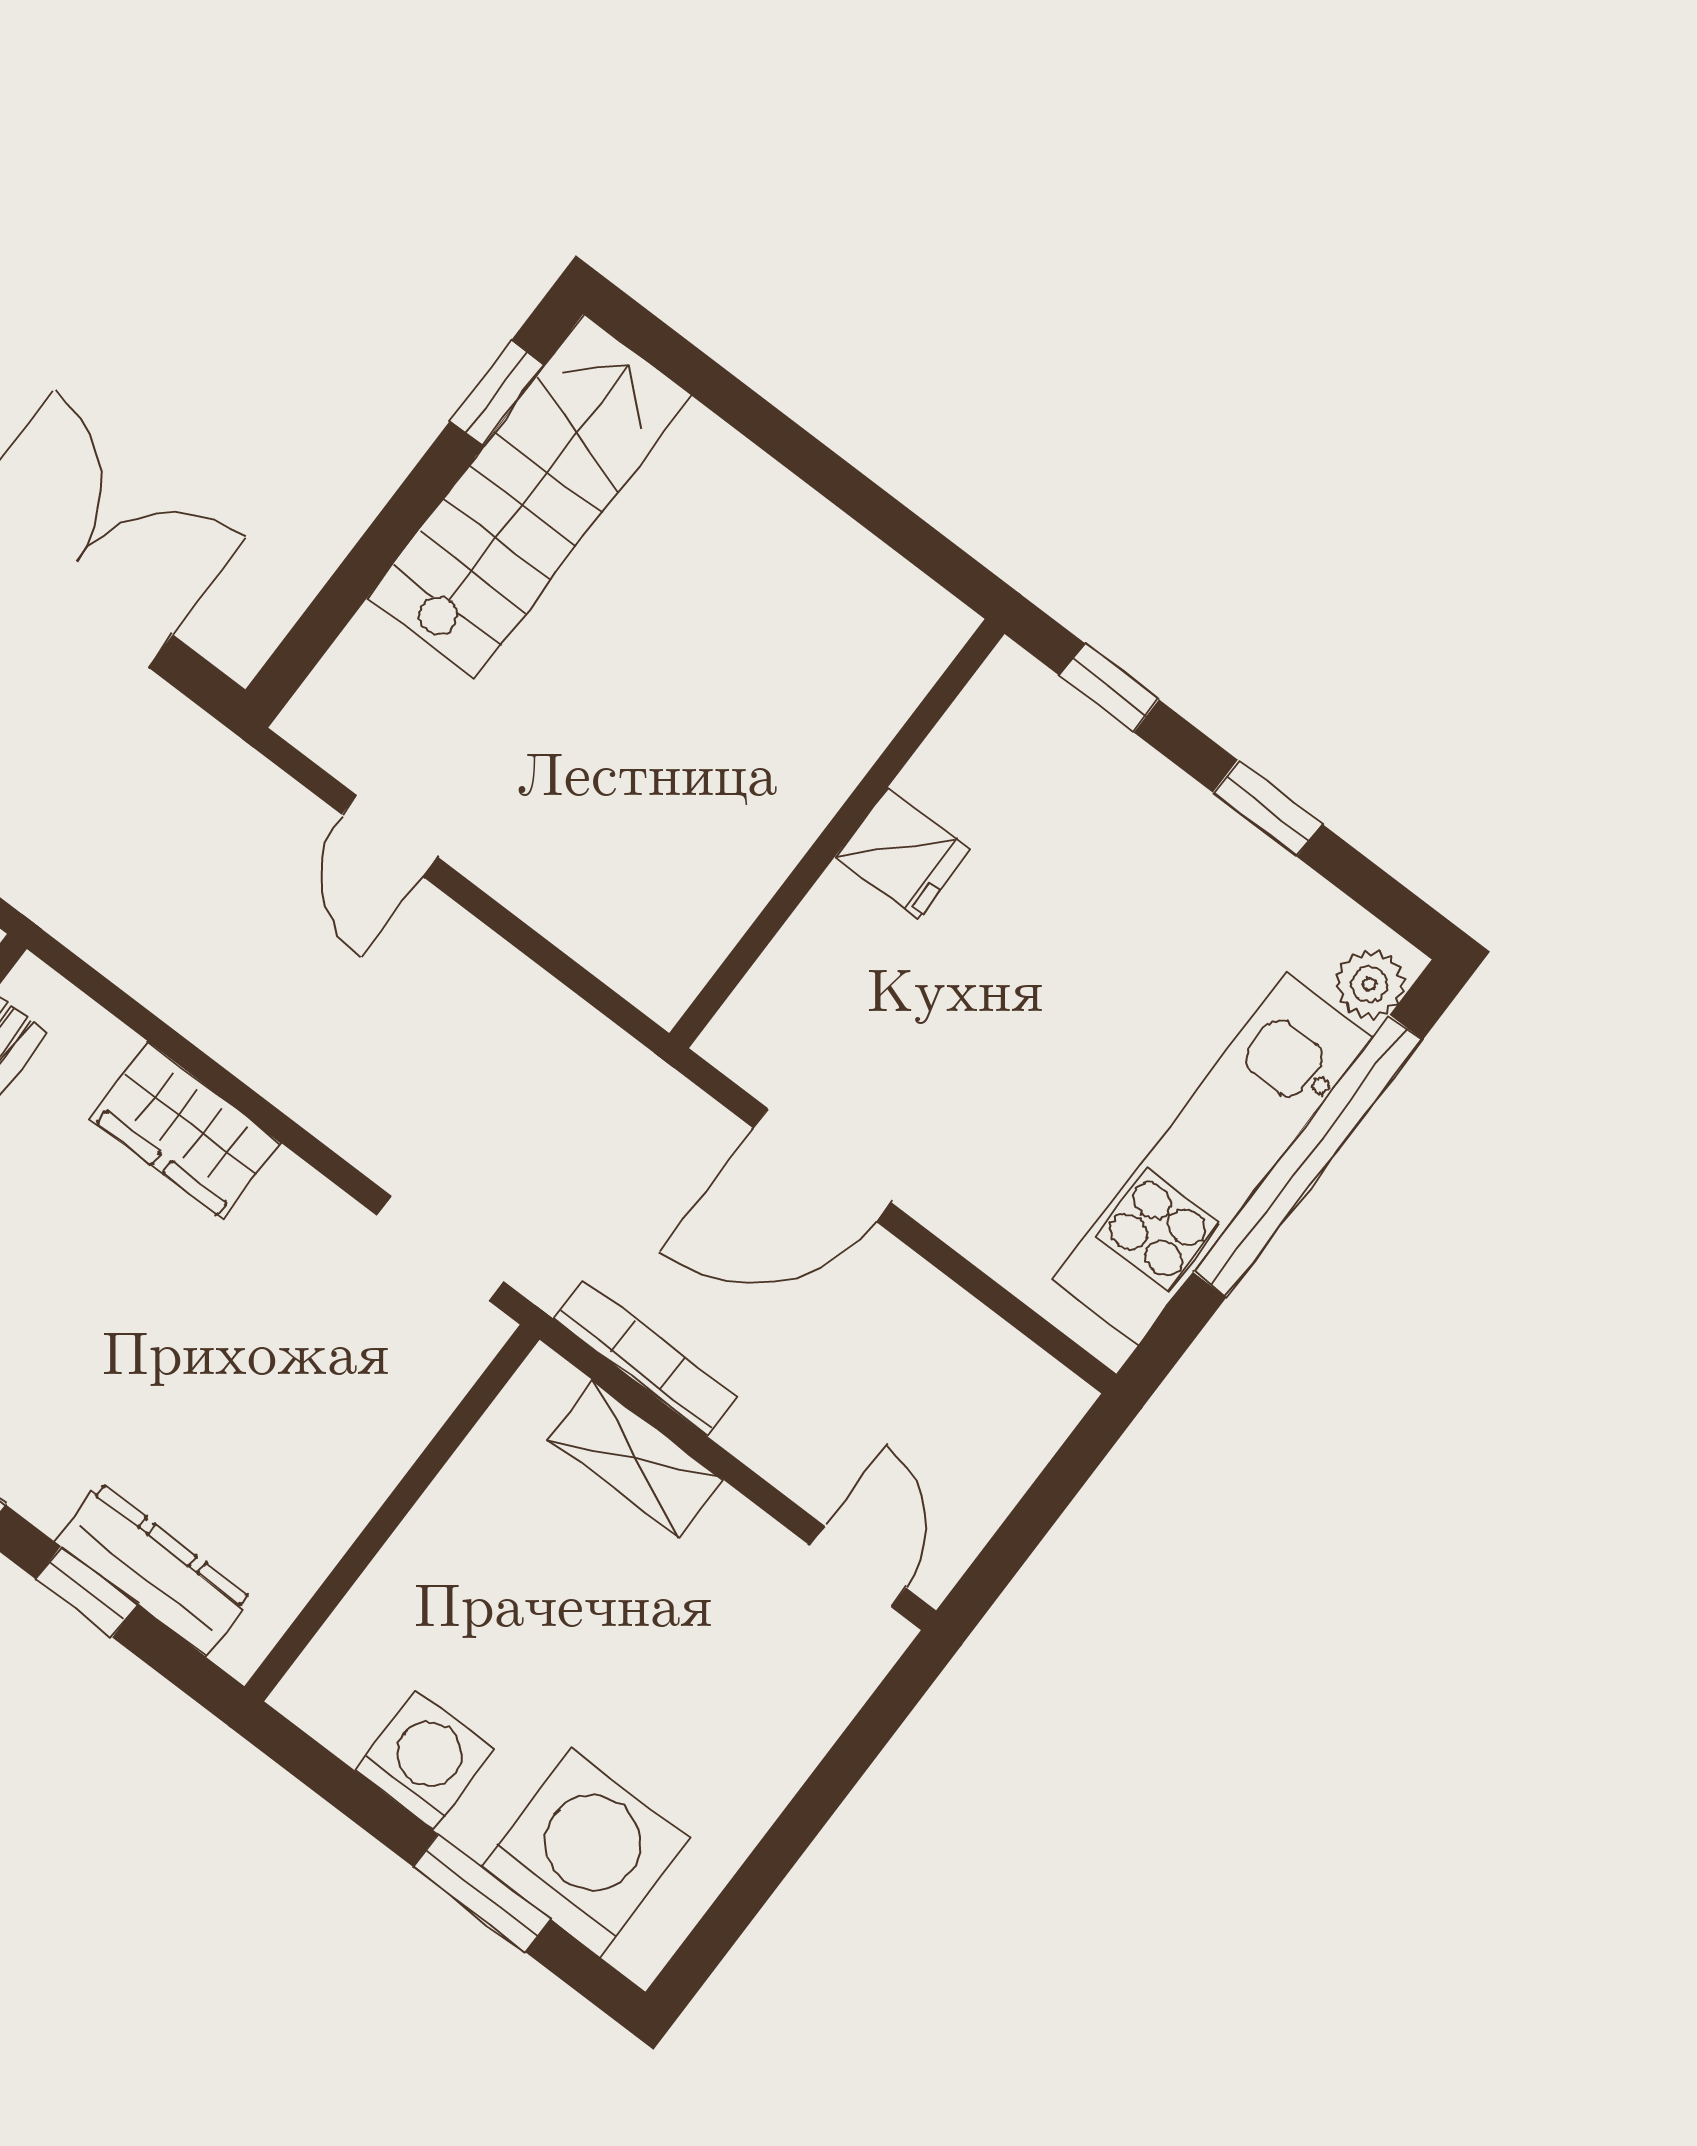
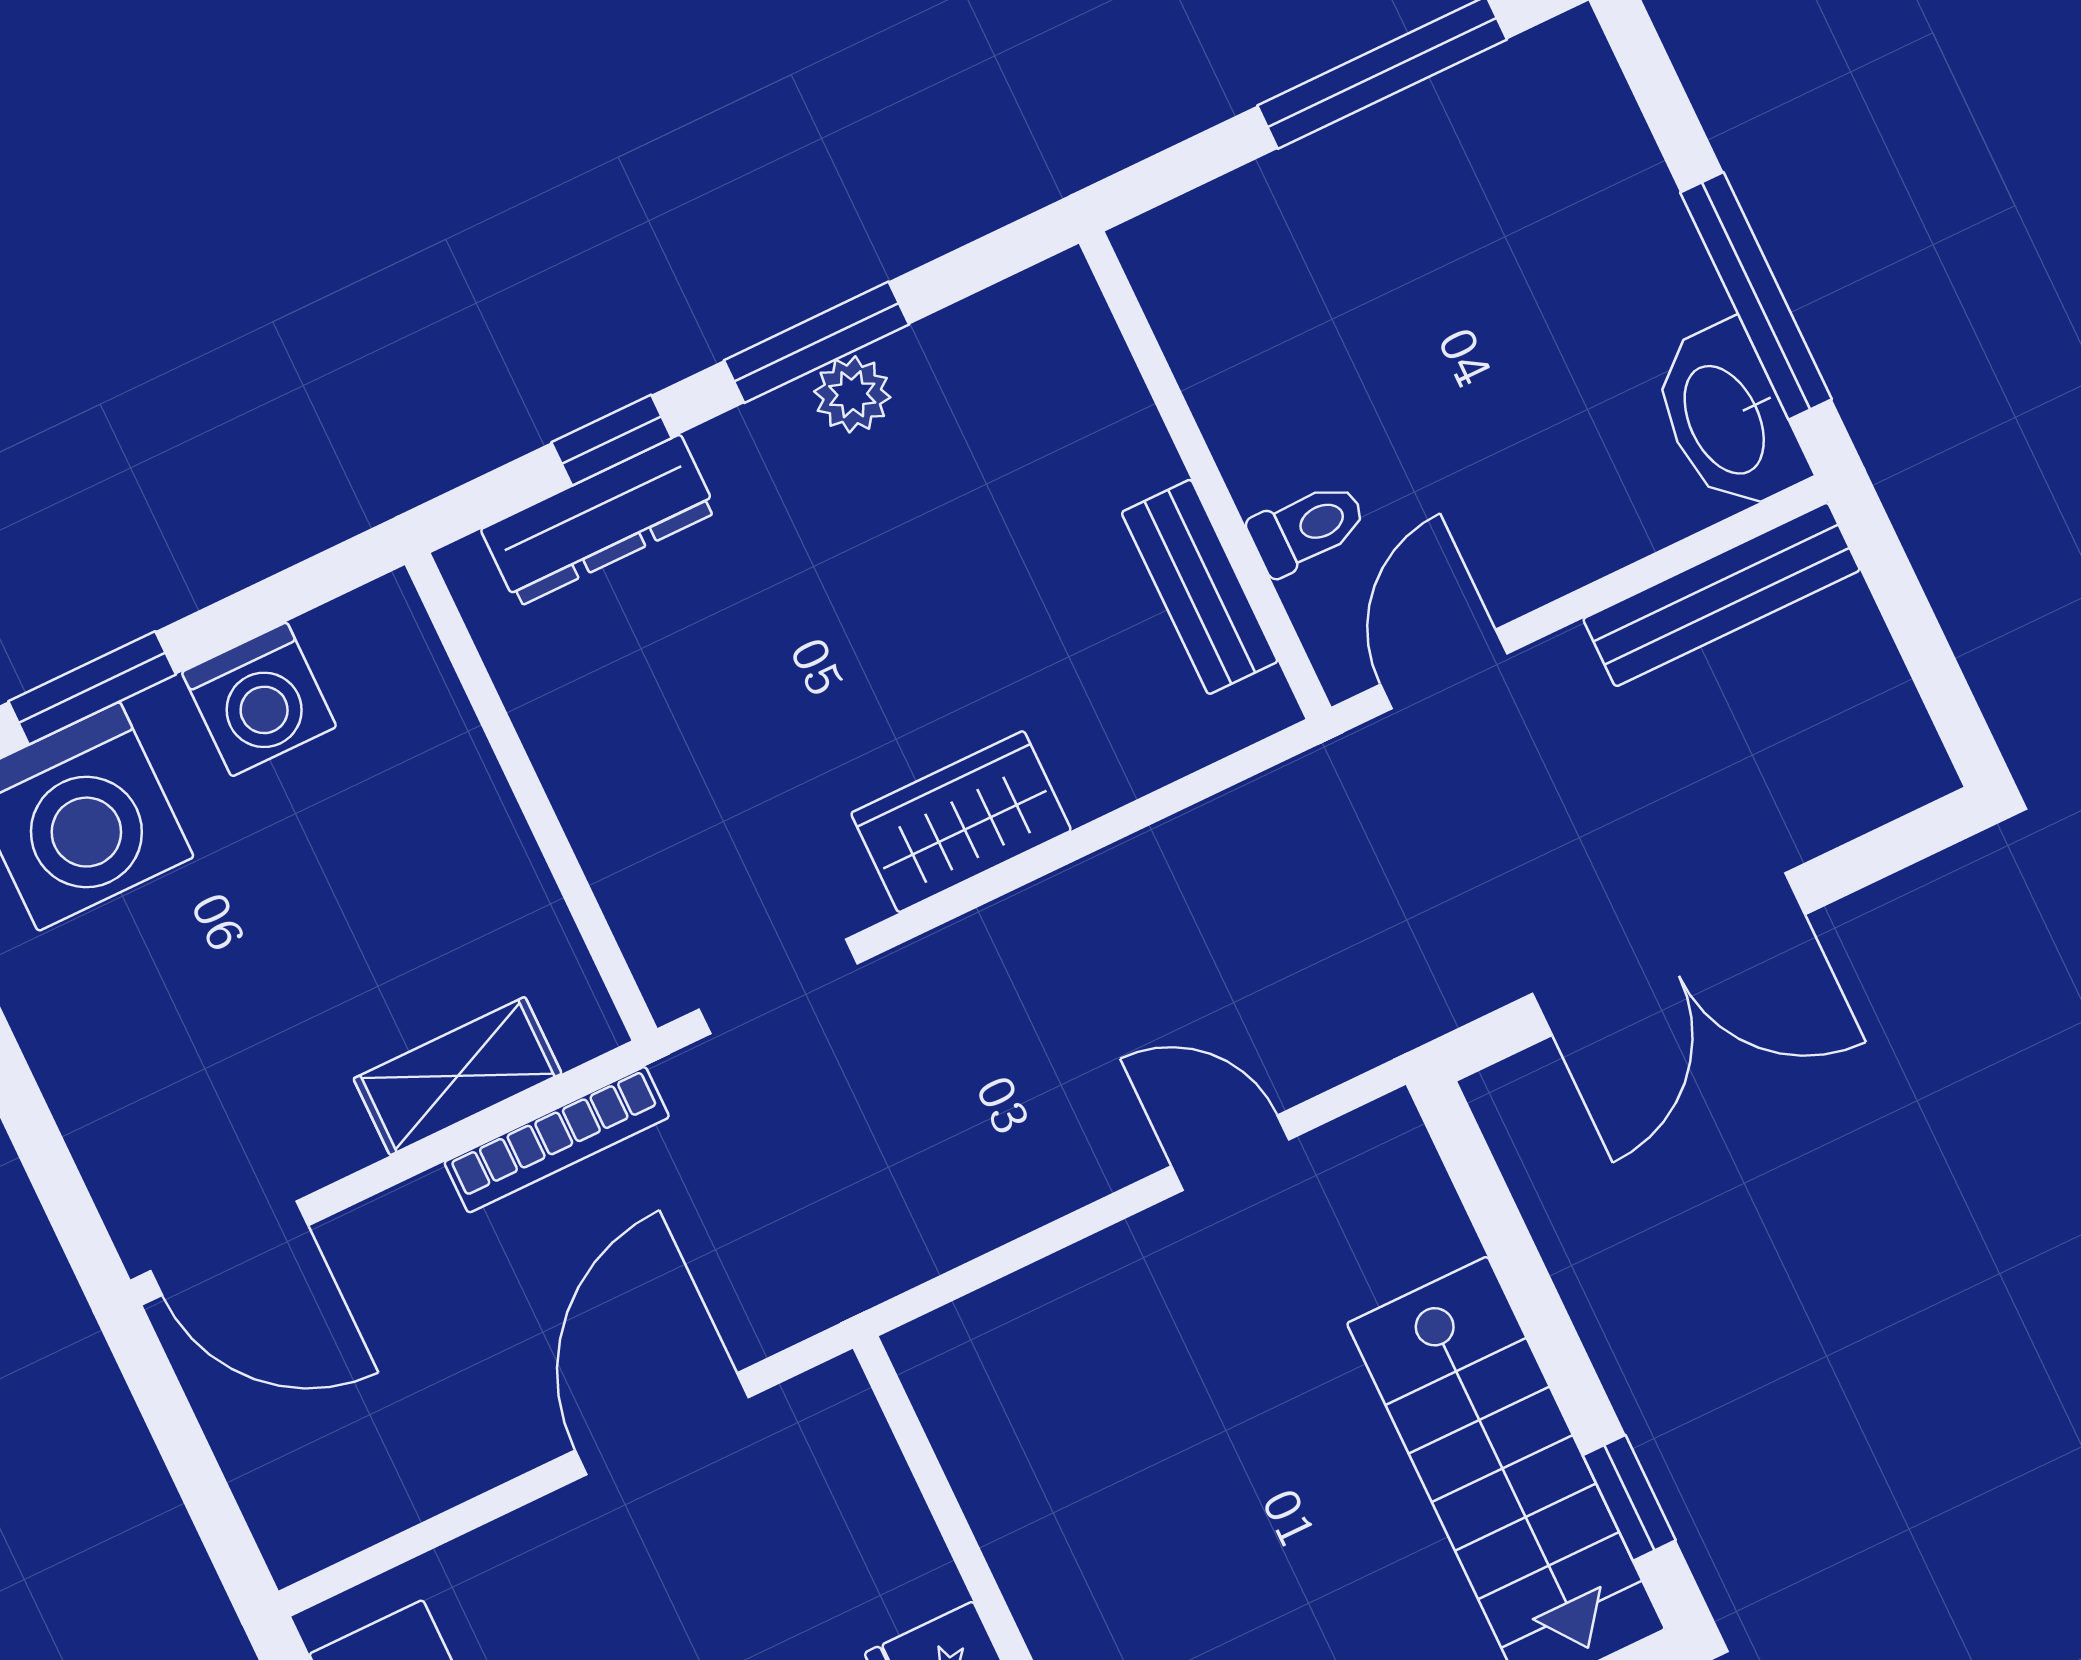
wardrobe: (186, 1131) -> (961, 822), moved
door: (858, 1567) -> (229, 1248), width x1.38

